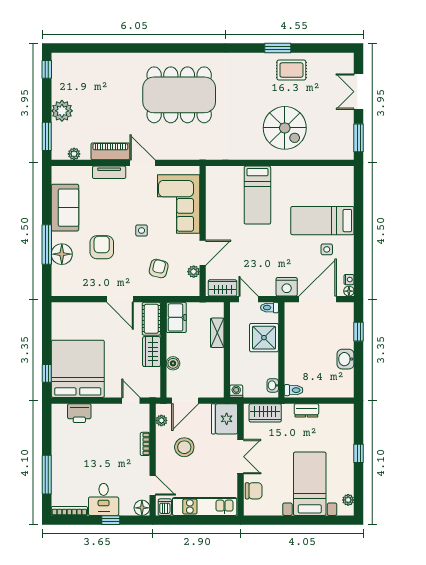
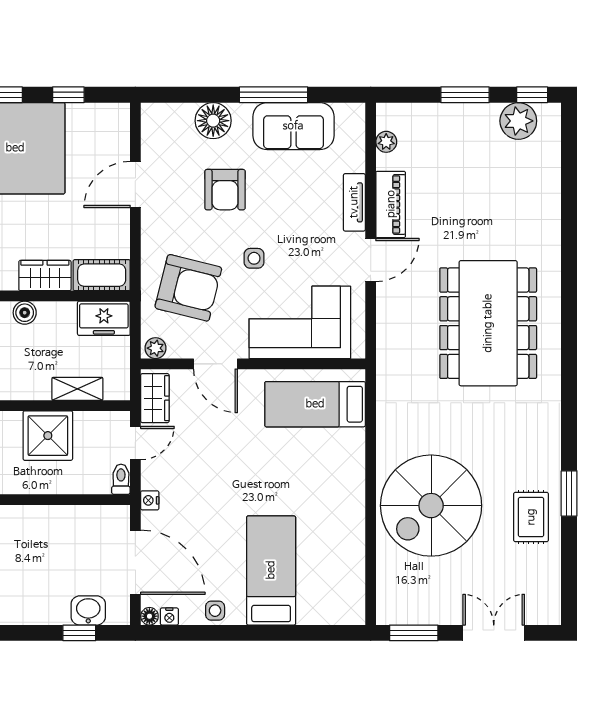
plant: (62, 111) -> (518, 121), moved
spiral stairs: (285, 128) -> (431, 506), width x1.37, depth x1.37
window: (47, 136) -> (465, 95), moved
bed: (257, 195) -> (315, 404), moved
window: (47, 244) -> (274, 95), moved
armchair: (102, 247) -> (225, 190), turned 90
side table: (327, 249) -> (215, 611), moved
armchair: (159, 269) -> (188, 288), width x1.88, depth x1.88
plant: (194, 272) -> (155, 348), moved
nightstand: (287, 287) -> (150, 500), width x0.53, depth x0.56
door: (120, 299) -> (135, 185), moved
window: (47, 338) -> (68, 95), added
shower: (264, 338) -> (48, 436), moved
washbasin: (346, 359) -> (88, 610), moved

